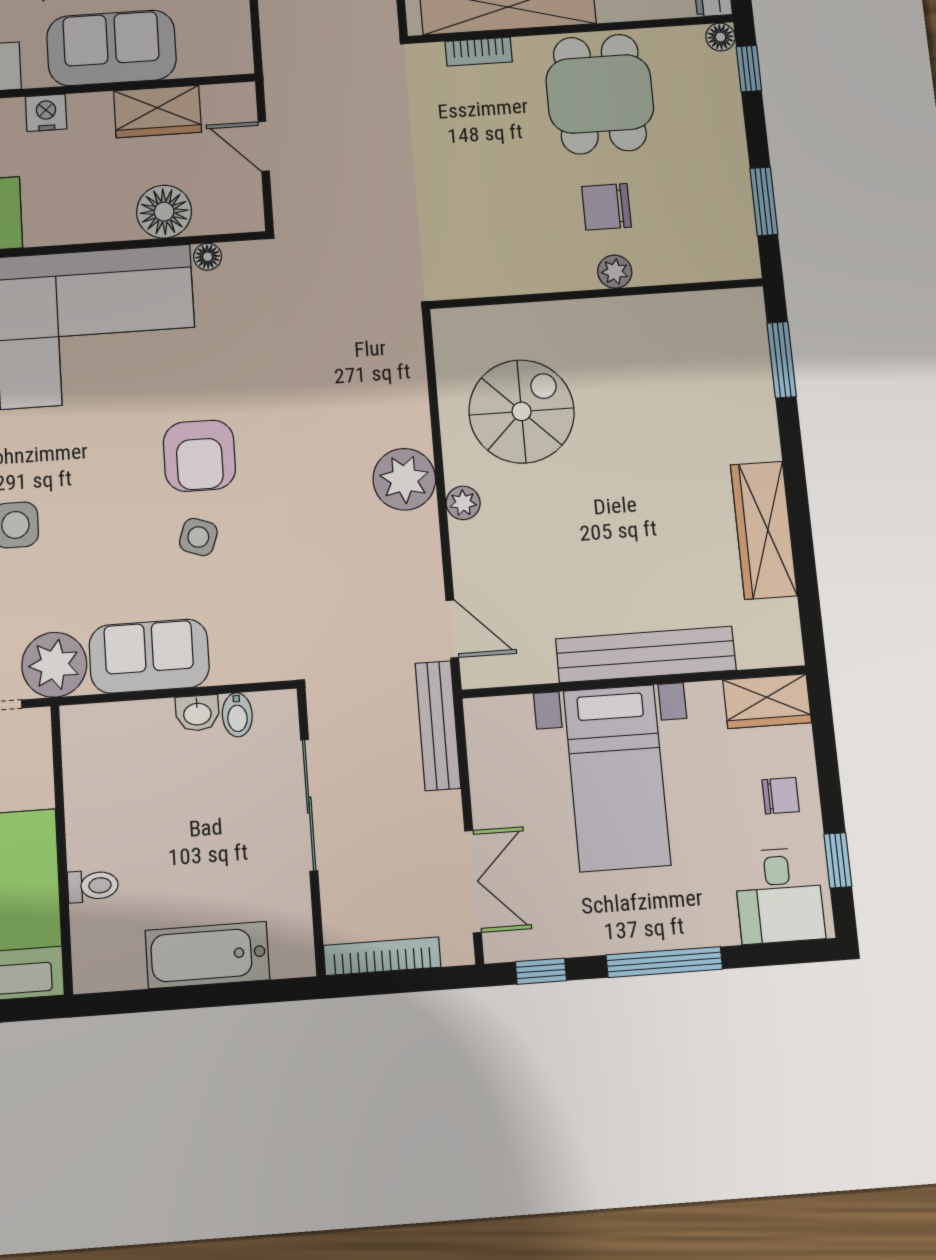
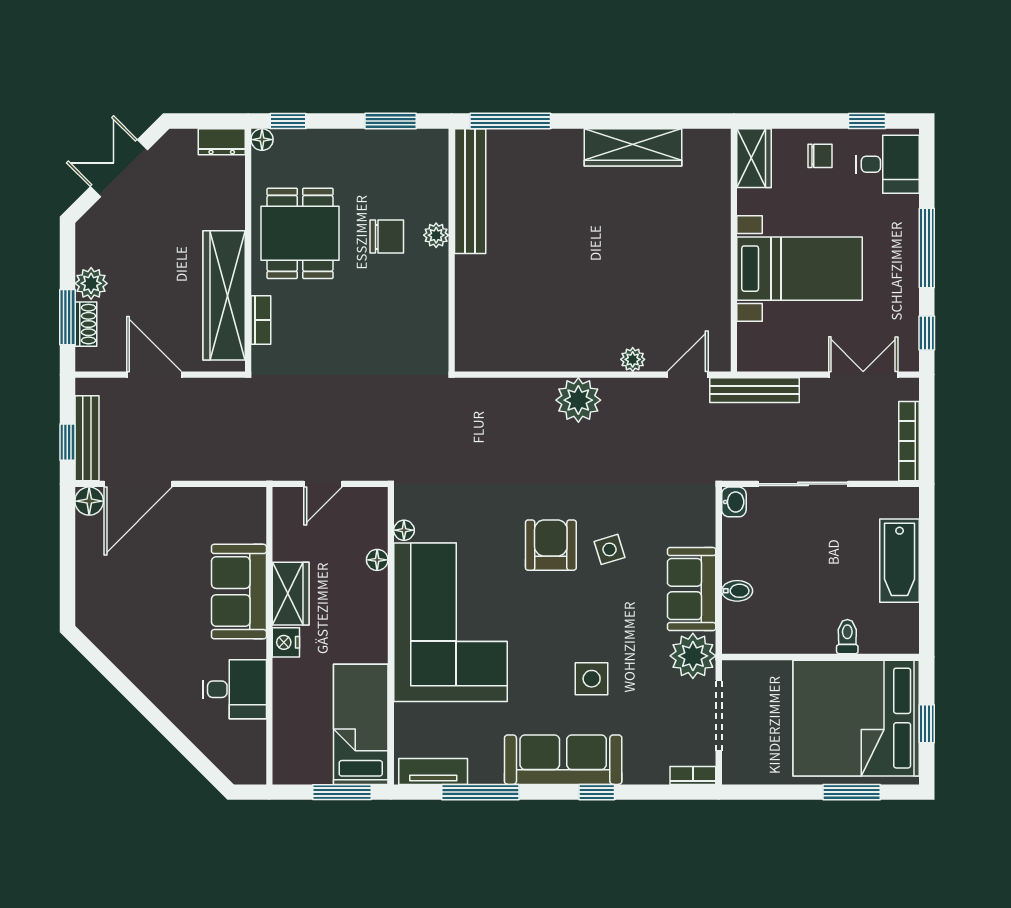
dining table: (600, 94) -> (300, 233), turned 90
wardrobe: (158, 111) -> (291, 594), moved
chair: (606, 207) -> (387, 237), turned -90
floor lamp: (164, 212) -> (377, 560), width x0.53, depth x0.53
window: (782, 360) -> (510, 121), width x1.44
spiral stairs: (522, 411) -> (535, 312), removed
armchair: (199, 456) -> (551, 545), turned -90
plant: (463, 503) -> (633, 359), moved
side table: (198, 537) -> (609, 549), turned -36
bench: (646, 654) -> (470, 191), moved
washbasin: (197, 713) -> (734, 502), moved
bidet: (237, 715) -> (737, 591), moved
chair: (781, 796) -> (820, 156), turned 90

